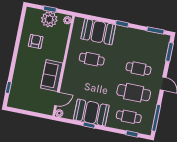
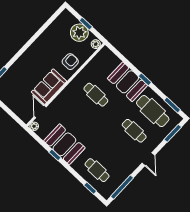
booth: (98, 32) -> (128, 82), moved
armchair: (36, 41) -> (70, 62), moved
cafe table: (134, 93) -> (153, 111), moved
door: (57, 99) -> (40, 112), swing flipped

